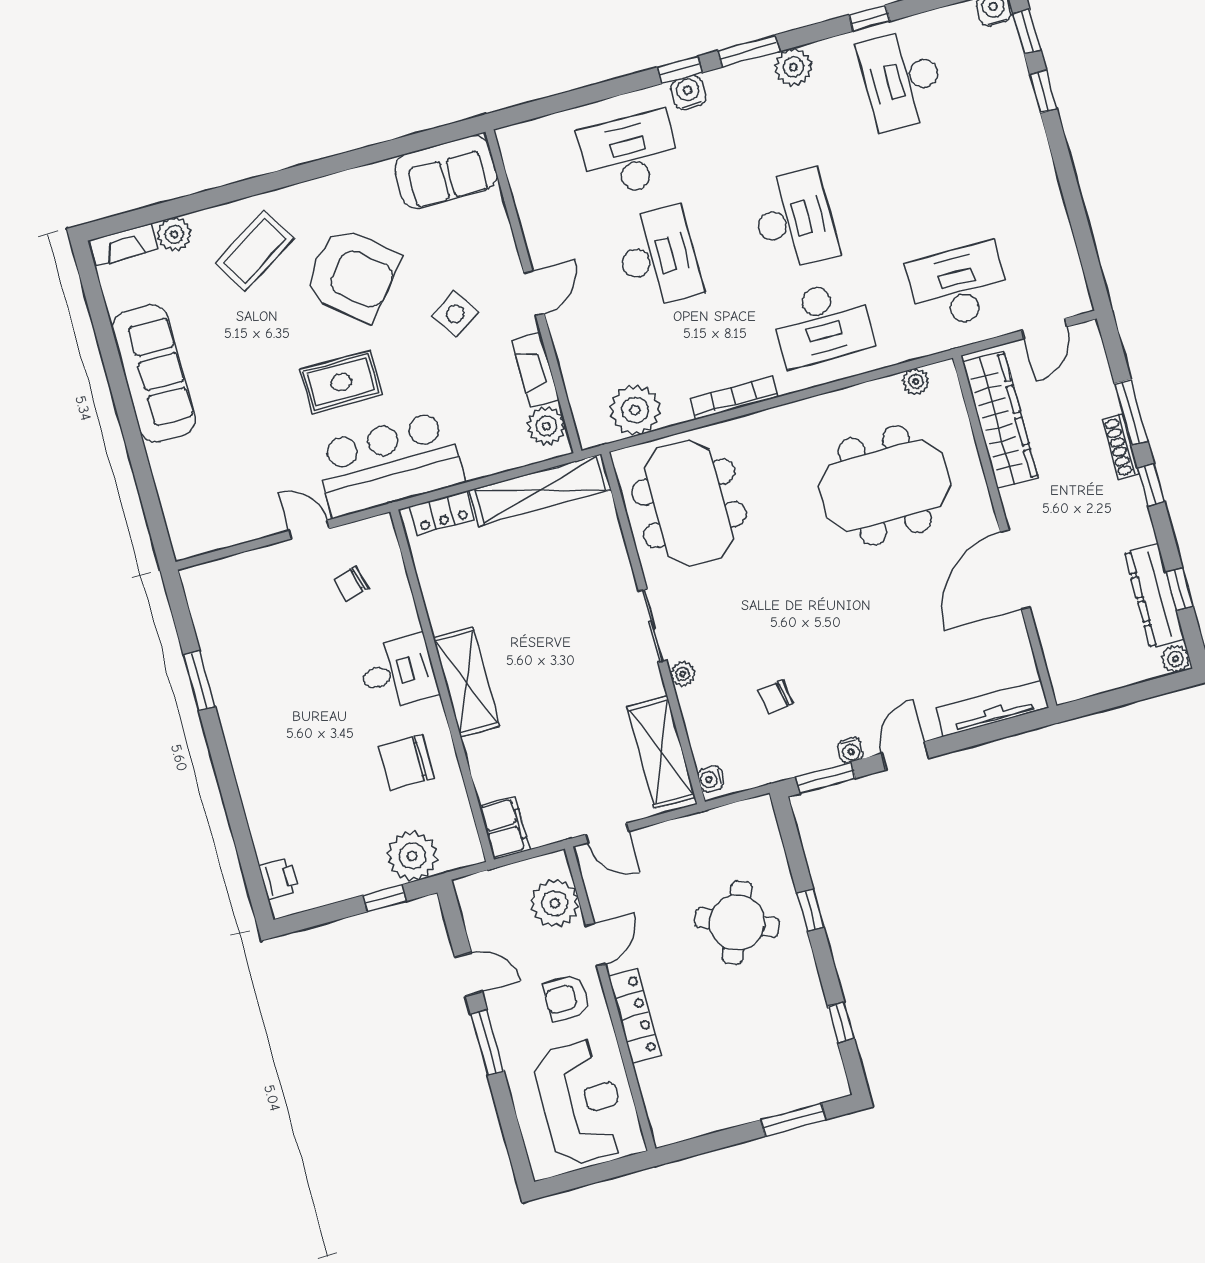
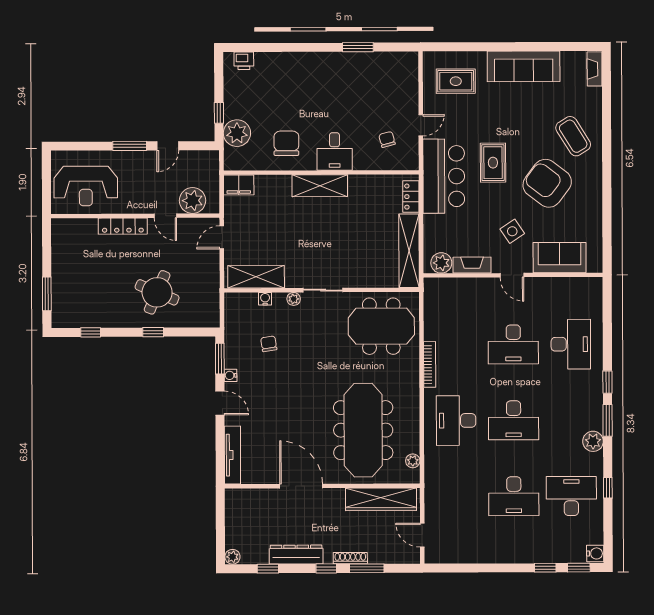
water cooler: (688, 92) -> (595, 383), removed
sofa: (446, 172) -> (560, 258), moved, turned 90
plant: (174, 234) -> (593, 97), removed
armchair: (352, 275) -> (547, 183), turned 88
desk: (959, 286) -> (514, 496), moved, turned 90
plant: (635, 410) -> (437, 311), removed
meeting table: (885, 485) -> (363, 430), width x1.36
rug: (213, 488) -> (456, 81), added
dresser: (1154, 596) -> (296, 555), moved
water cooler: (711, 779) -> (265, 299), moved
armchair: (566, 998) -> (142, 193), removed

